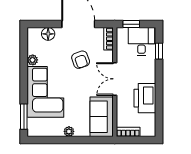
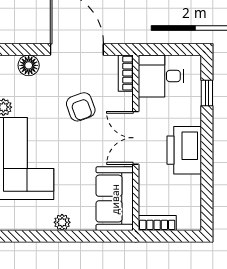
window: (131, 24) -> (162, 49), removed
desk: (141, 42) -> (161, 76), moved, turned -90
printer: (145, 98) -> (184, 150), moved

